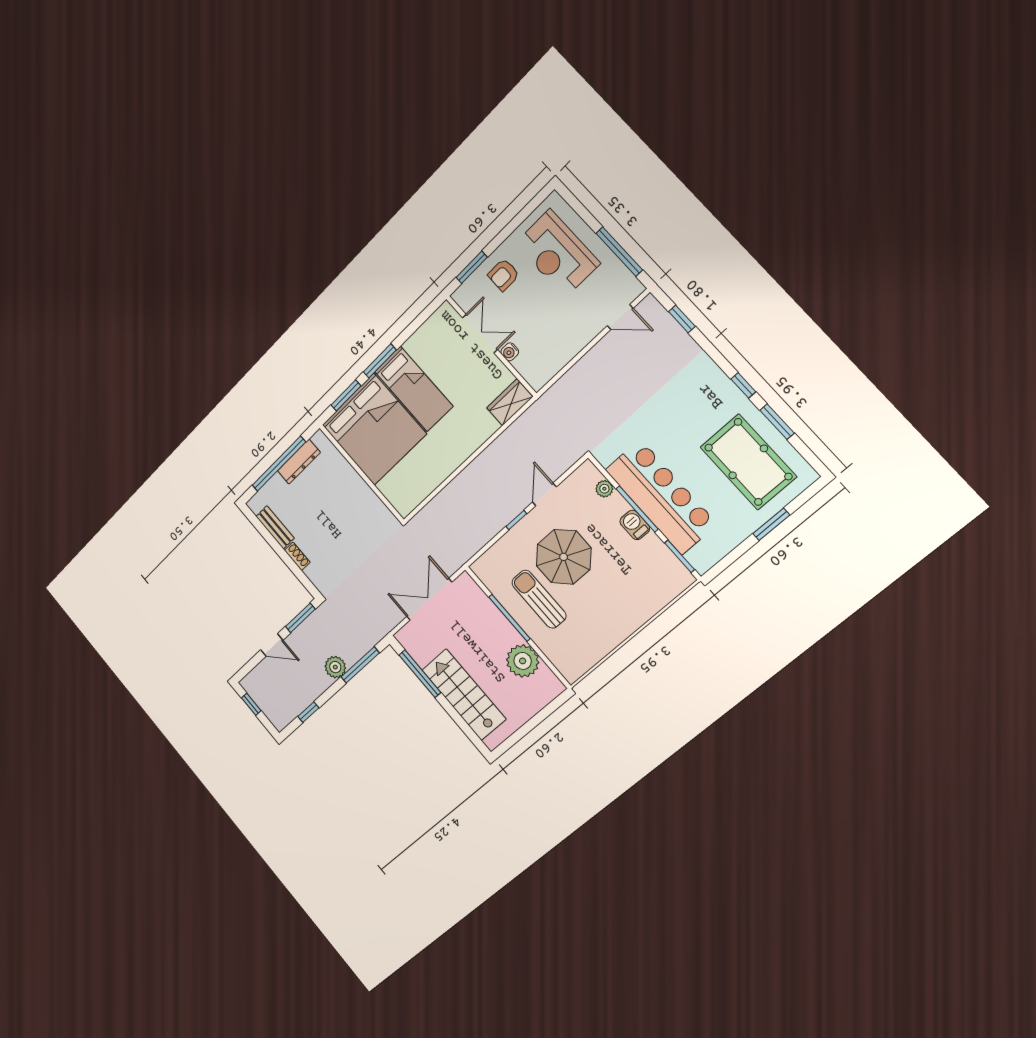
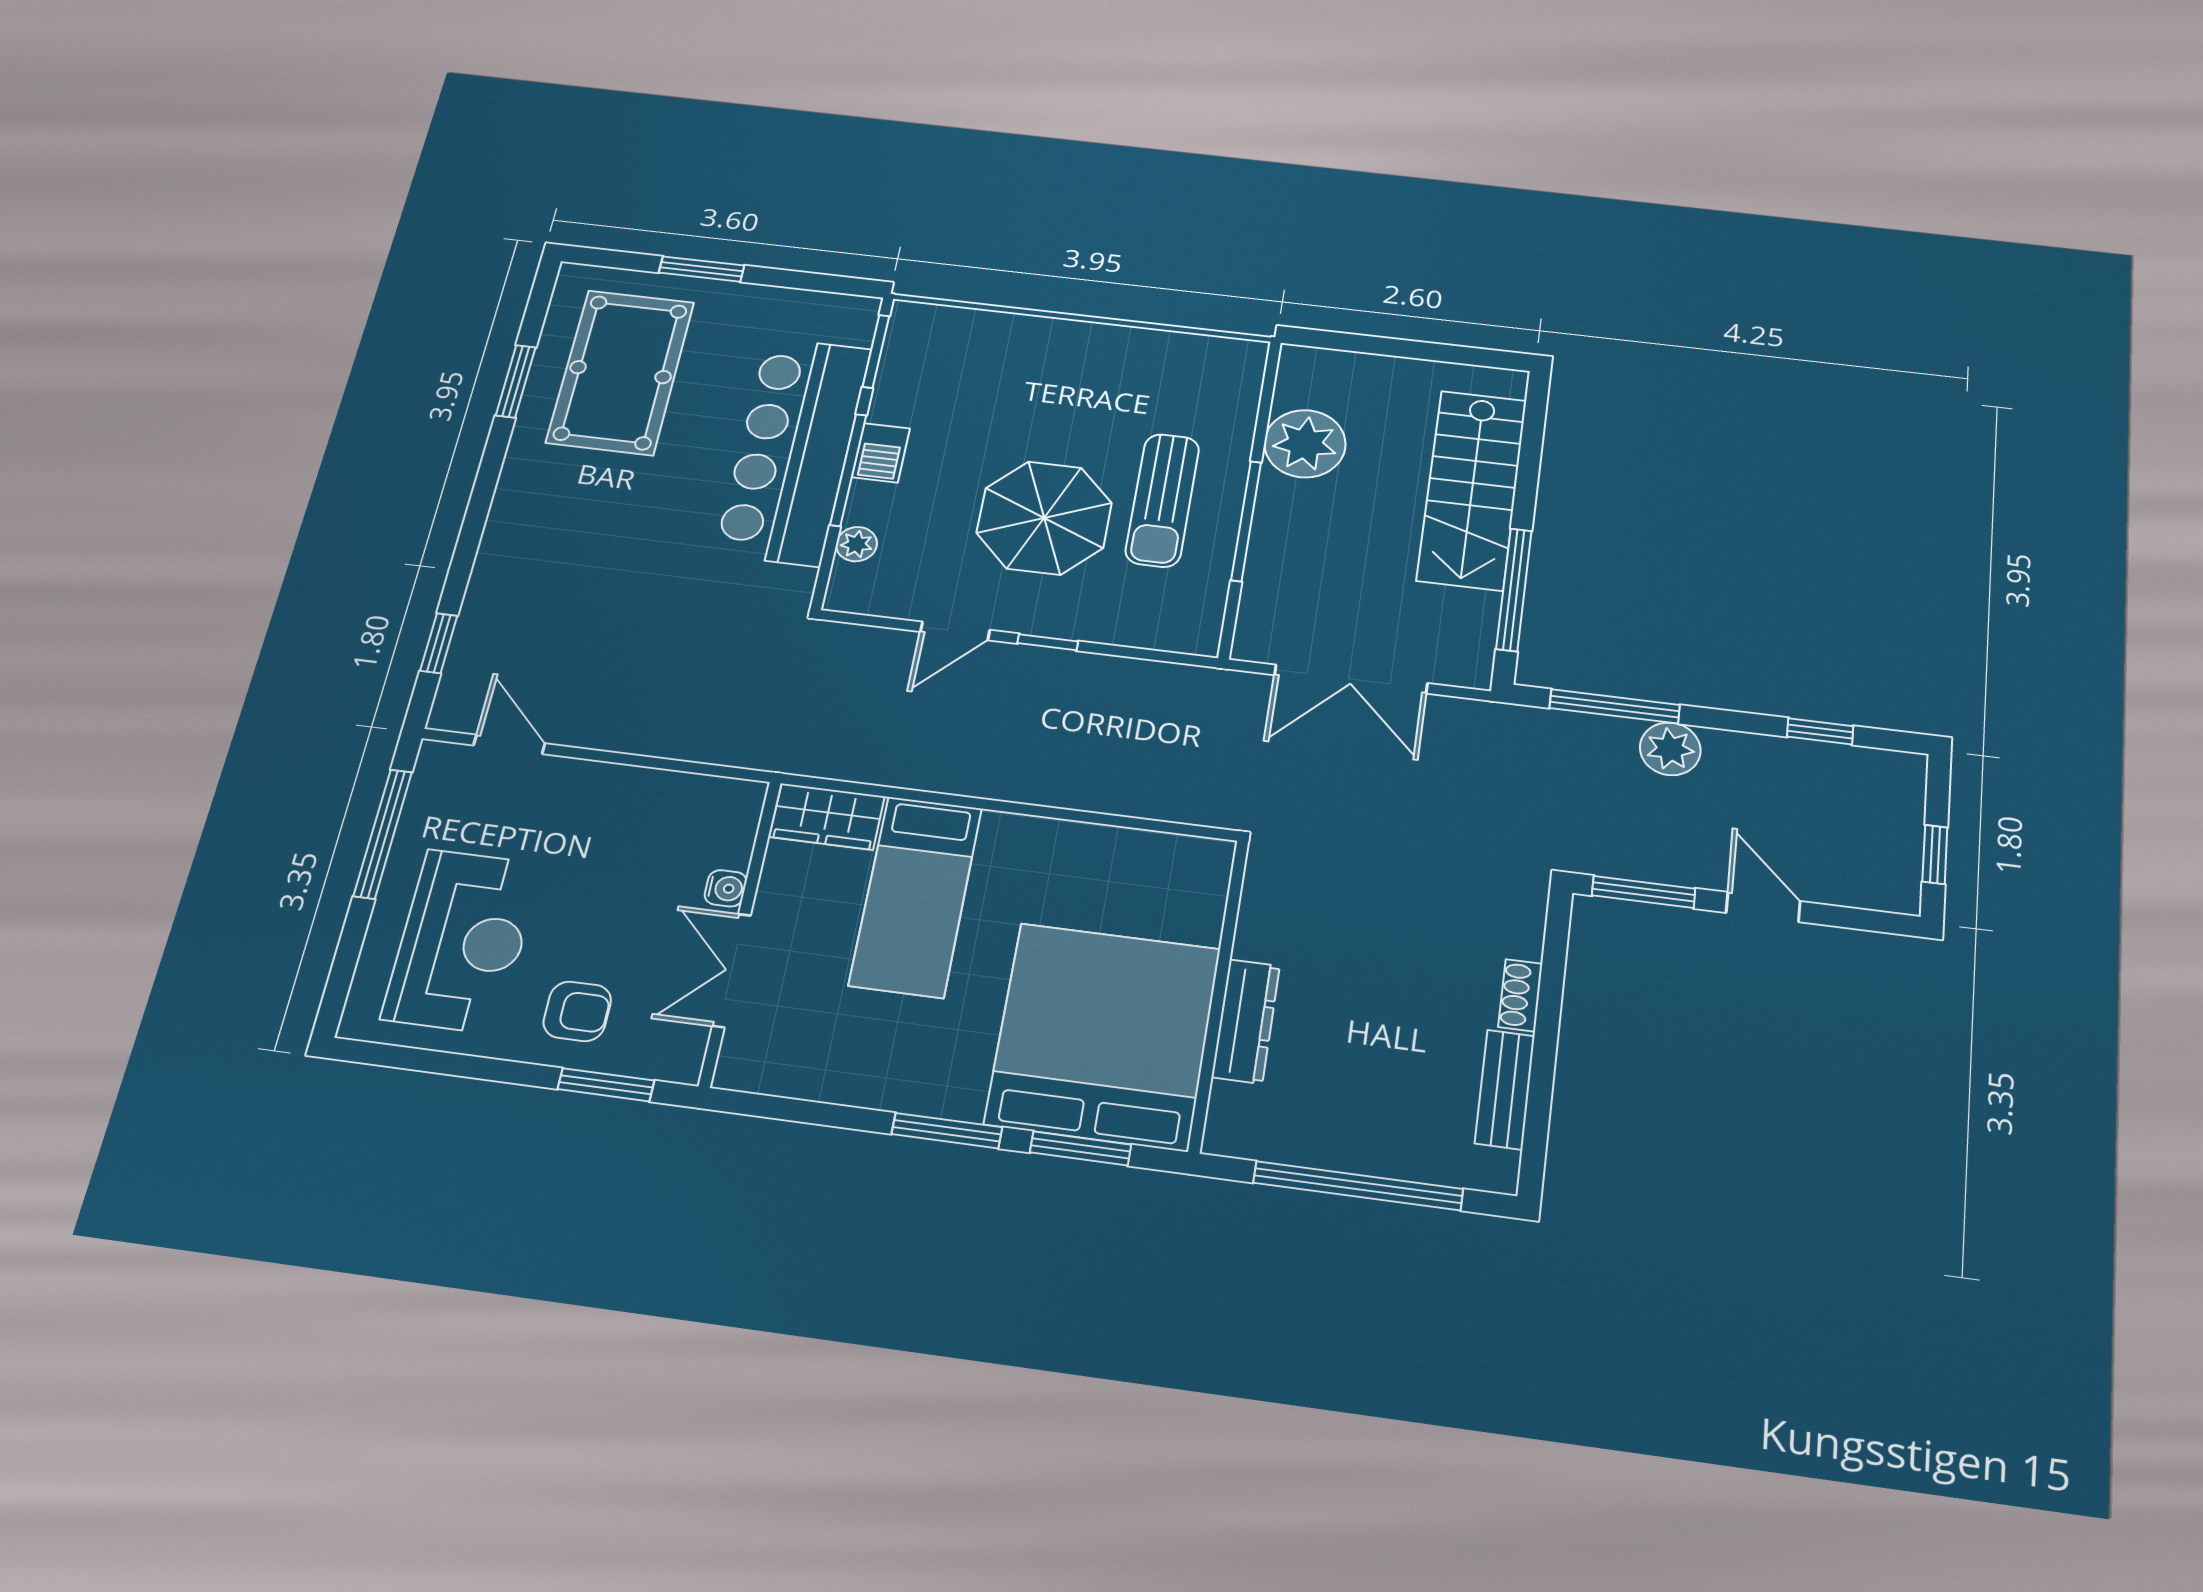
window: (743, 385) -> (490, 470), removed
bed: (414, 389) -> (916, 896), moved, turned 180
dresser: (299, 462) -> (1246, 1021), moved, turned 90

